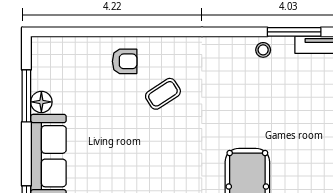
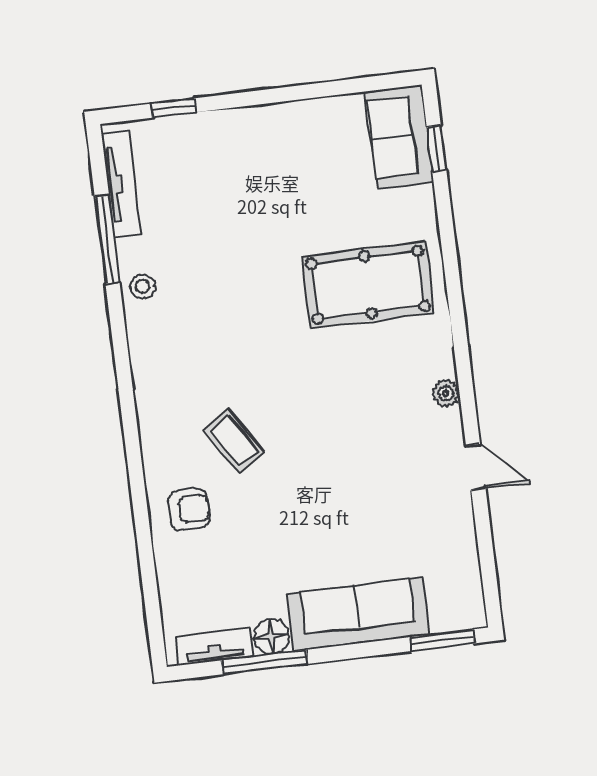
armchair: (125, 61) -> (189, 509), turned 90
tv unit: (39, 66) -> (214, 647), added

